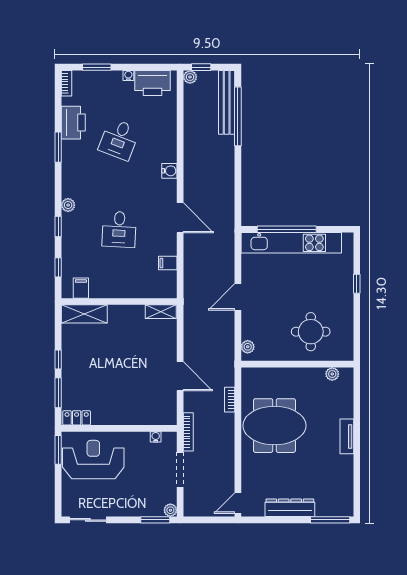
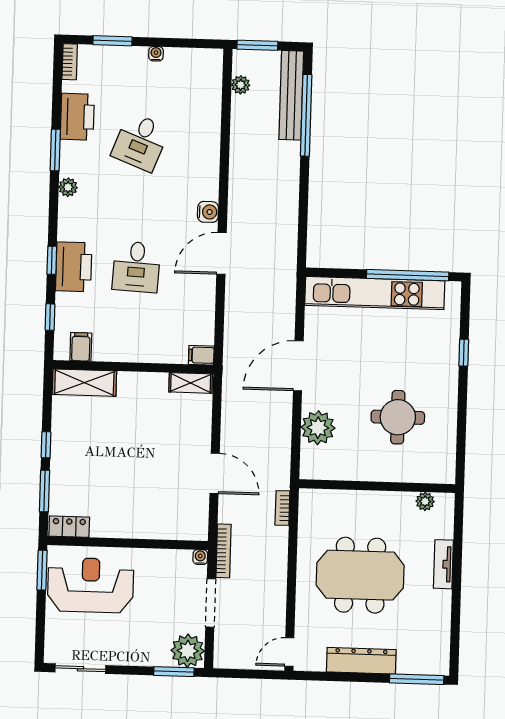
window: (201, 67) -> (257, 45), width x1.50
plant: (190, 77) -> (241, 85), moved
printer: (152, 83) -> (74, 267), moved, turned -90
water cooler: (169, 171) -> (208, 212), moved
plant: (68, 205) -> (68, 187), moved
door: (180, 218) -> (222, 253), swing flipped
window: (287, 229) -> (408, 275), moved
filing cabinet: (168, 263) -> (201, 355), moved
door: (238, 297) -> (298, 366), width x1.36
plant: (248, 347) -> (318, 428), width x1.88, depth x1.88
wall: (297, 364) -> (377, 486), moved
plant: (332, 374) -> (425, 501), moved
meeting table: (274, 426) -> (360, 575), moved
water cooler: (156, 437) -> (200, 557), moved
plant: (170, 510) -> (188, 651), width x1.87, depth x1.87

